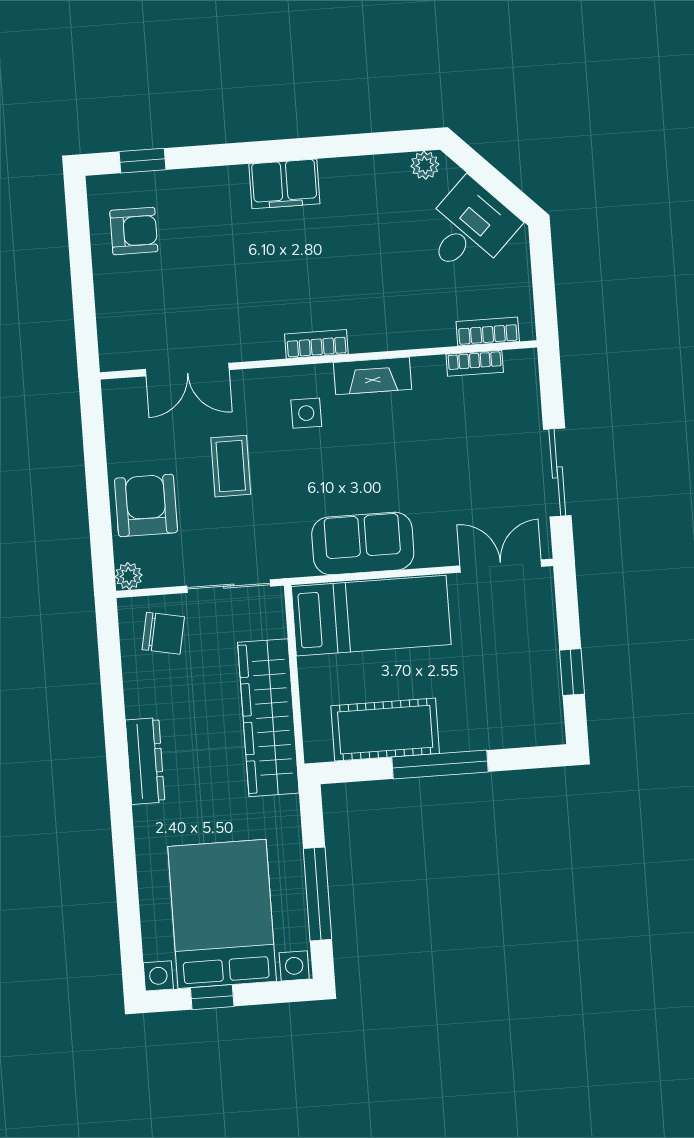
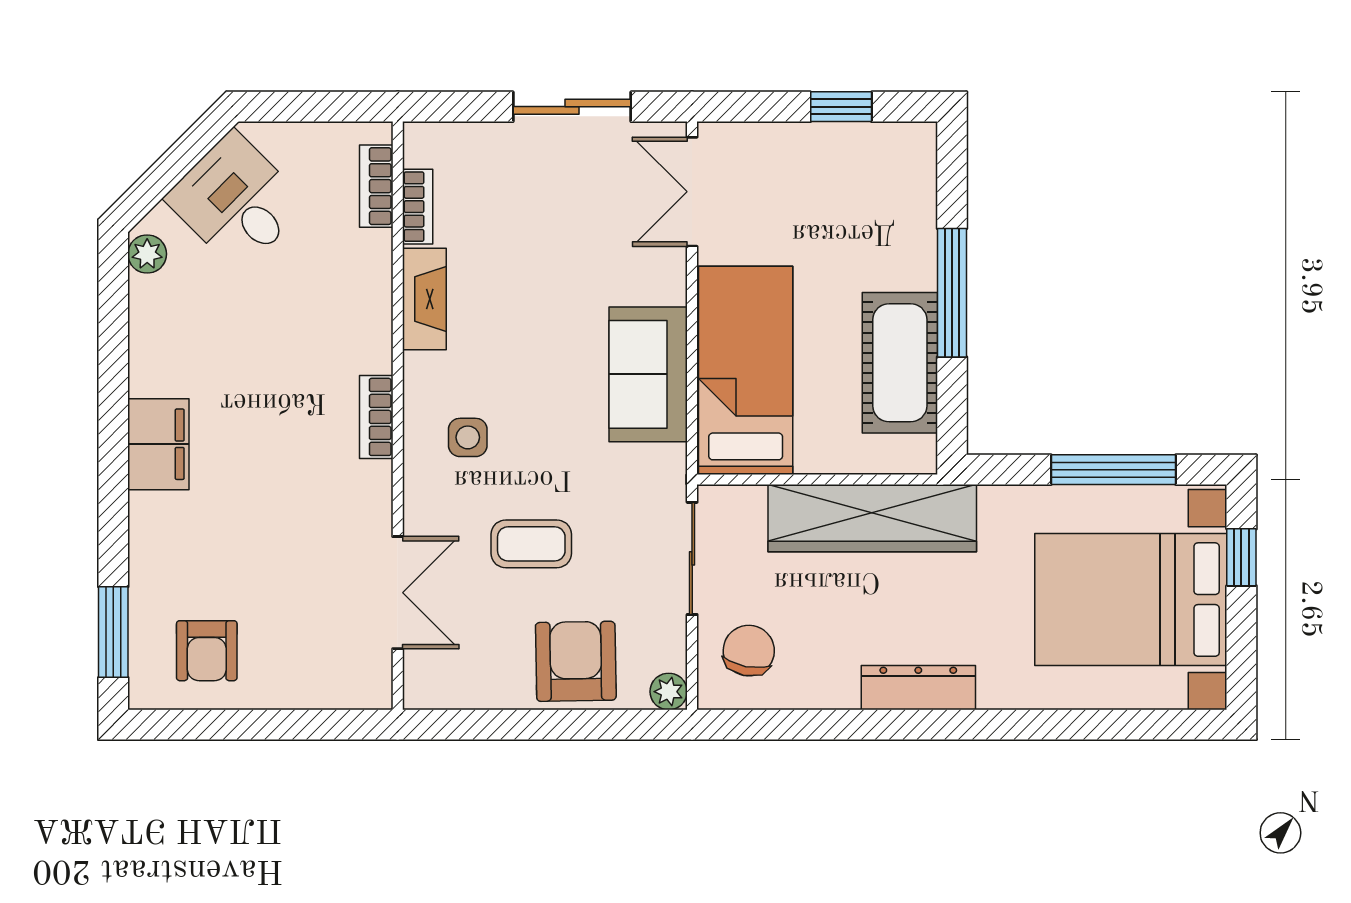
window: (143, 161) -> (113, 632), width x1.50
armchair: (134, 231) -> (207, 651), turned 180
fireplace: (372, 376) -> (424, 299), moved
armchair: (146, 505) -> (576, 661), turned 89
window: (212, 997) -> (1241, 557), moved

